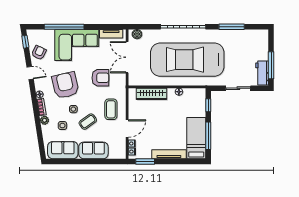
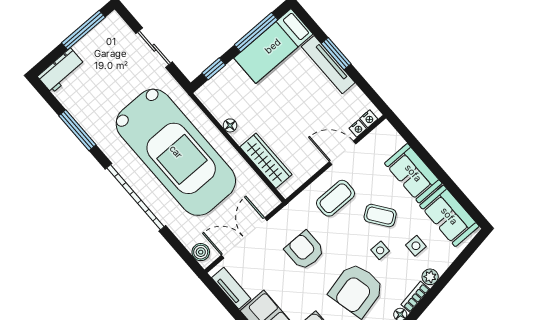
double door: (127, 57) -> (244, 238), swing flipped
workbench: (262, 73) -> (61, 71), moved
window: (145, 161) -> (336, 54), moved

